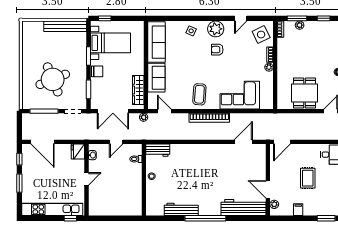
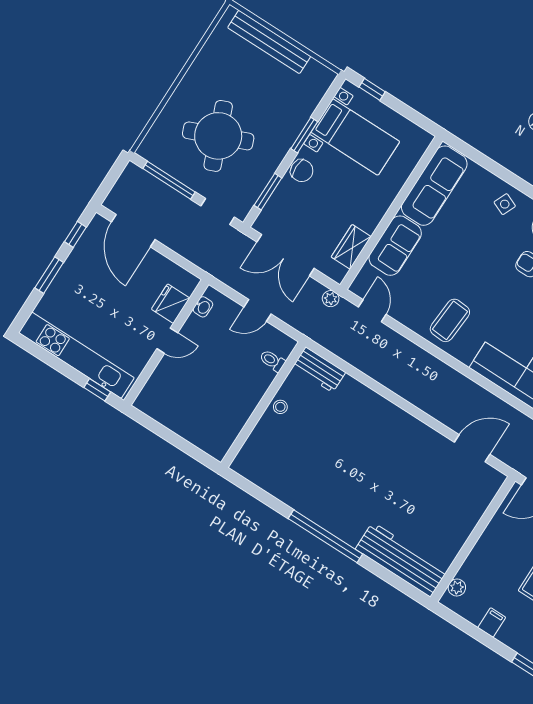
bench: (65, 26) -> (269, 42), moved
wardrobe: (138, 90) -> (351, 247), width x0.67
bookcase: (209, 118) -> (441, 371), removed
fridge: (78, 152) -> (171, 304), moved
door: (268, 189) -> (463, 555), removed
workbench: (181, 209) -> (294, 495), removed

